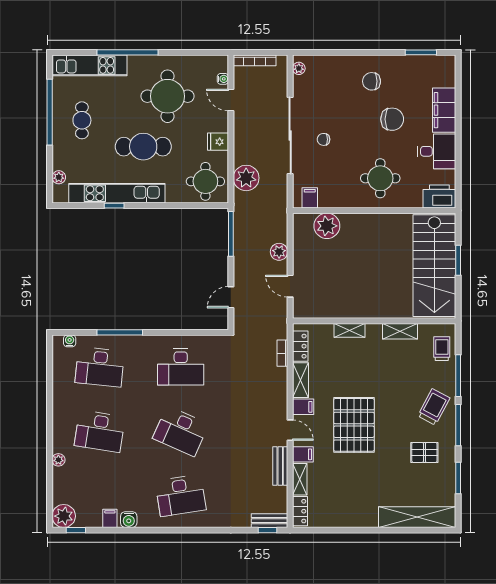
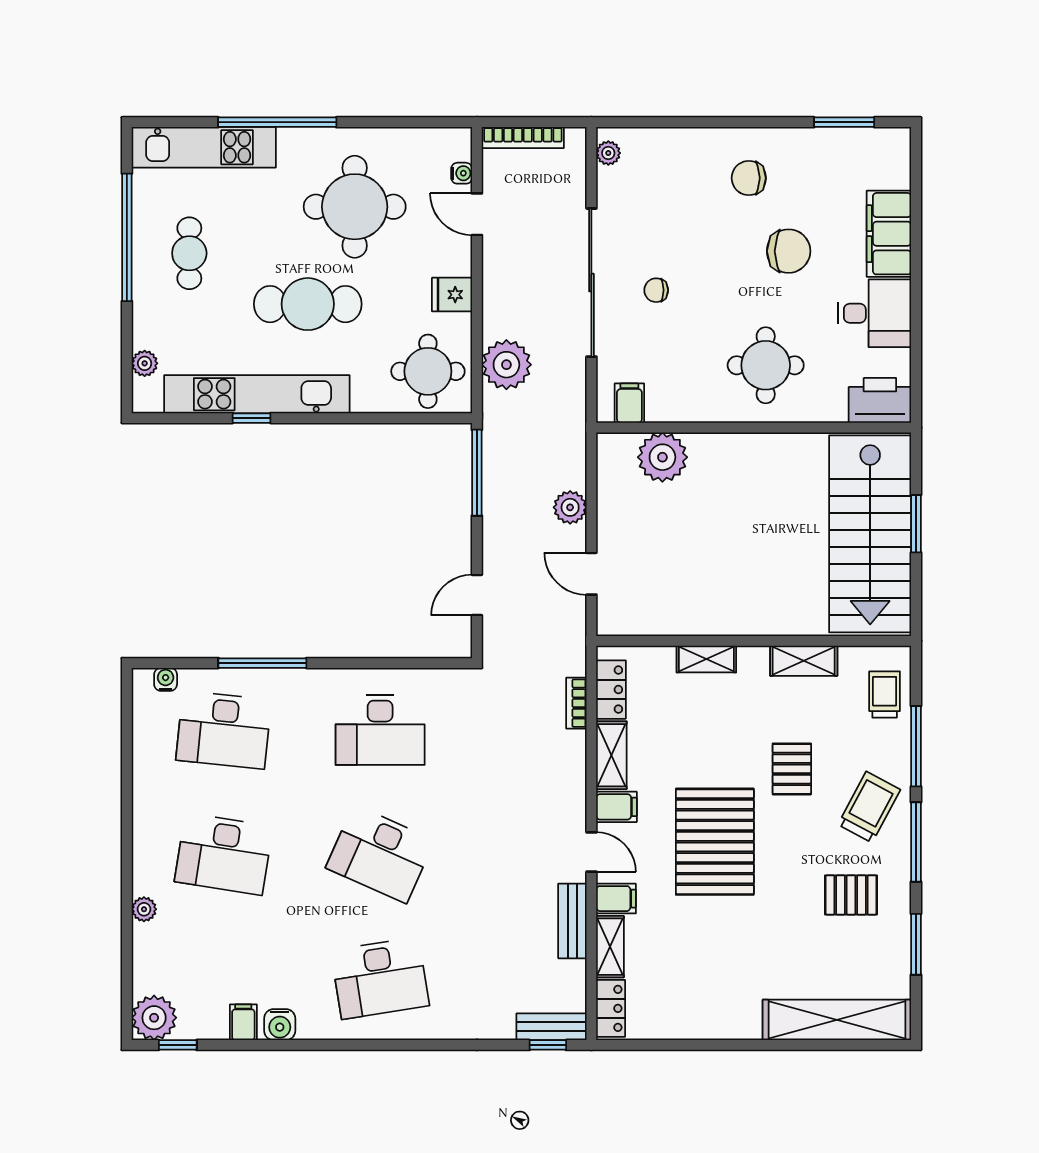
pallet: (394, 387) -> (792, 769), added

